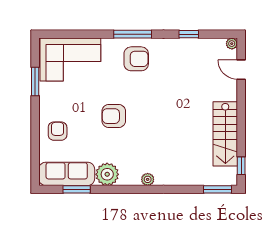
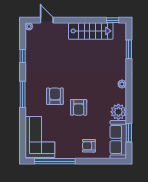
armchair: (136, 59) -> (55, 96), moved
door: (241, 70) -> (47, 20), swing flipped
window: (35, 81) -> (55, 161), width x2.11
window: (217, 189) -> (129, 49), moved

